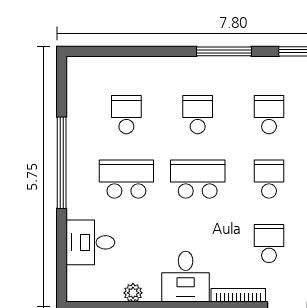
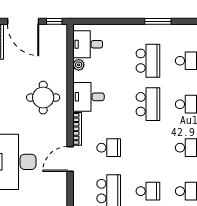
window: (62, 163) -> (158, 21), width x0.47
school desk: (269, 179) -> (148, 148), removed
desk: (90, 242) -> (88, 44), moved, turned -90

